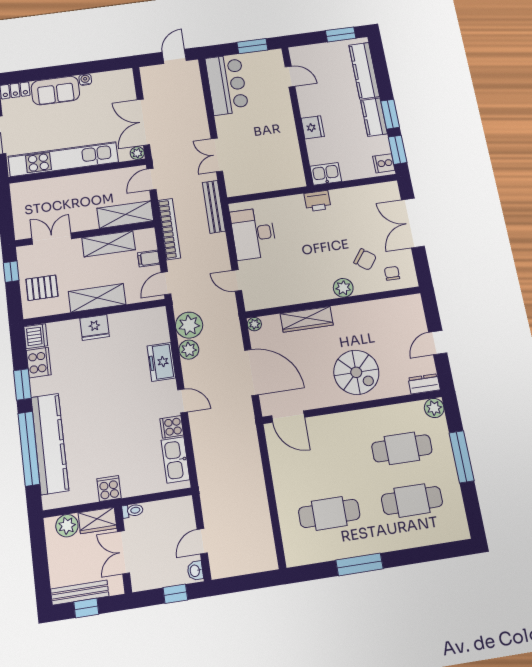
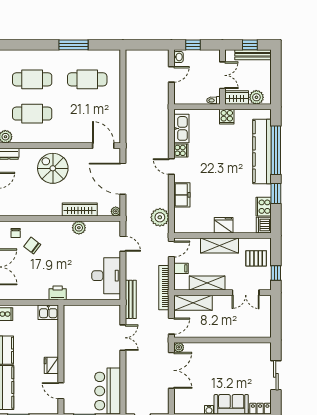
fridge: (313, 127) -> (51, 365), moved
kitchen unit: (63, 159) -> (231, 350), removed
plant: (343, 288) -> (79, 228), moved
plant: (189, 350) -> (162, 200), removed

